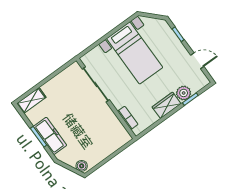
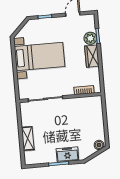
shelving: (31, 100) -> (28, 138), moved
freezer: (50, 136) -> (67, 155), width x0.71

